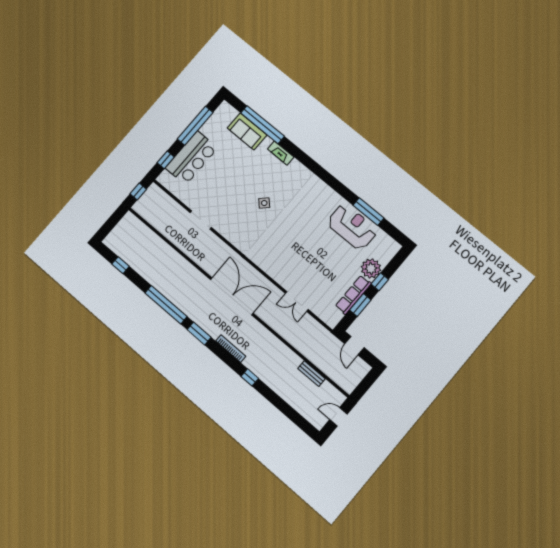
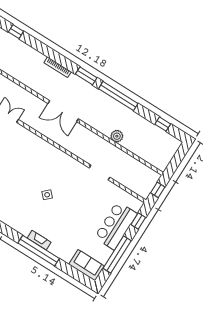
window: (263, 125) -> (39, 251), moved
sofa: (247, 131) -> (87, 265), moved
plant: (175, 259) -> (117, 136), added
double door: (232, 296) -> (63, 111), width x0.73
window: (250, 377) -> (16, 32), moved

